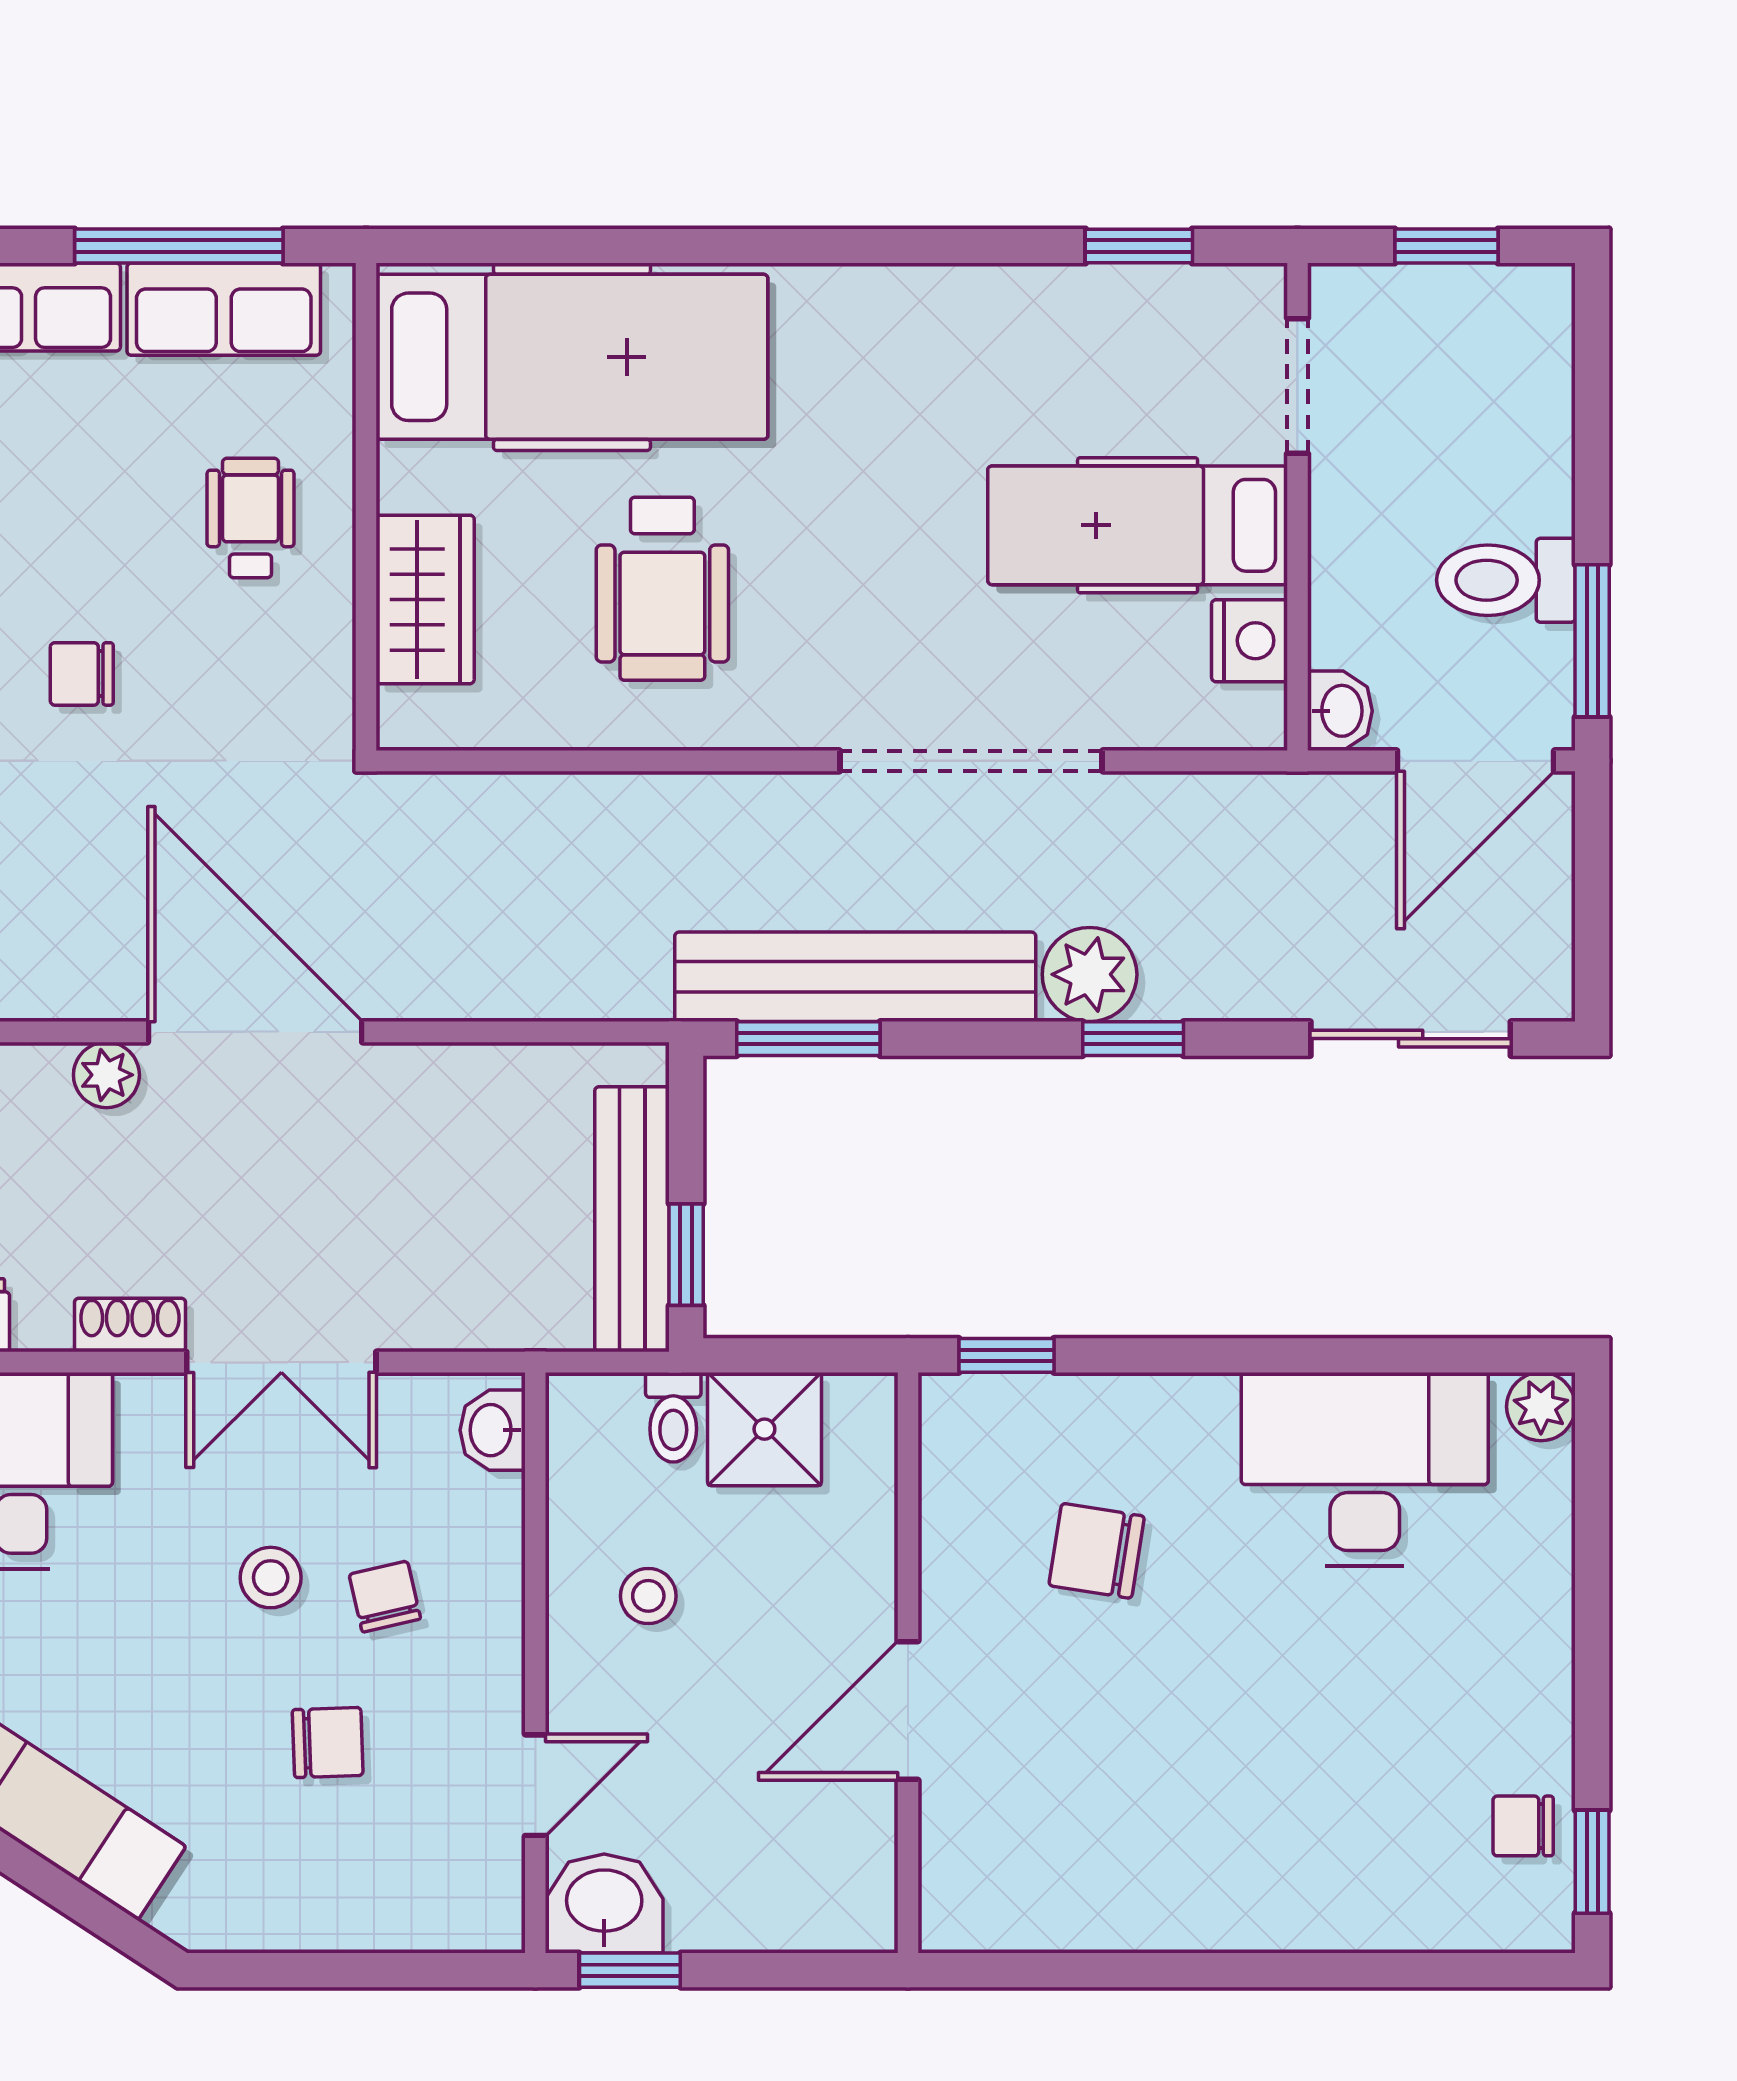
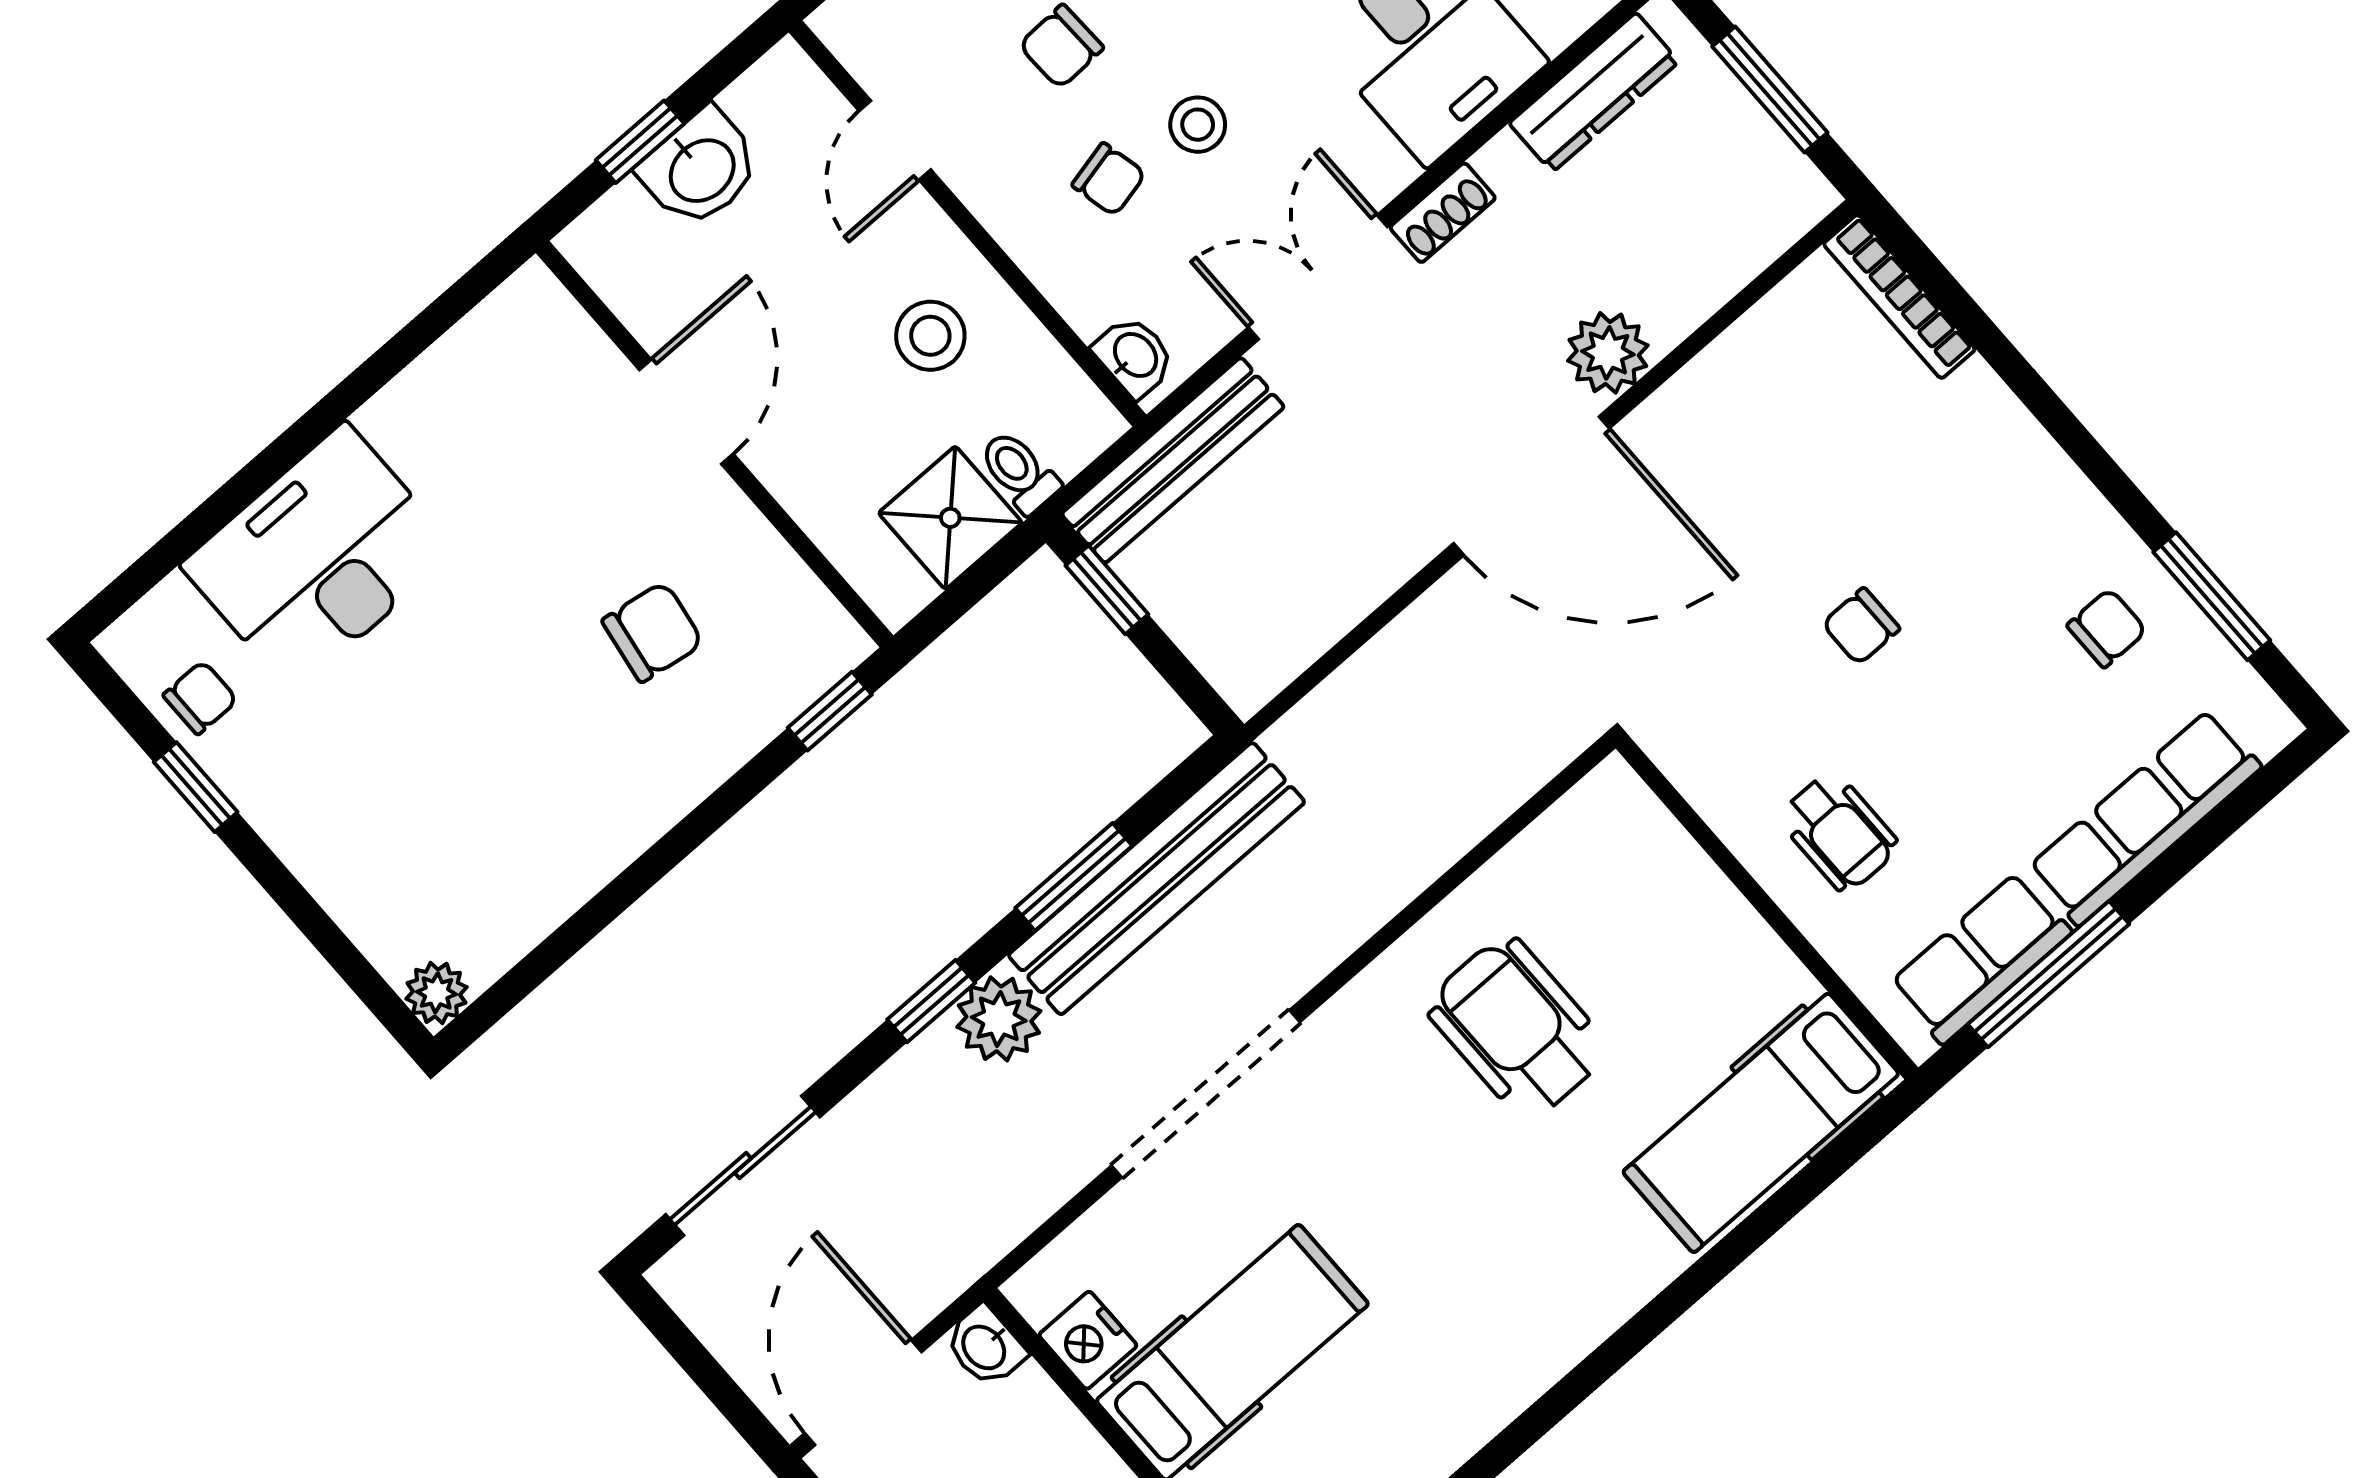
hospital bed: (572, 357) -> (1761, 1123), width x0.73, depth x0.78
wardrobe: (425, 599) -> (1672, 880), removed
chair: (82, 674) -> (1861, 626), turned 180
window: (808, 1039) -> (1074, 877), moved
plant: (106, 1075) -> (1608, 353), width x1.38, depth x1.38
bench: (632, 1219) -> (1173, 460), moved, turned 90
desk: (1365, 1469) -> (319, 558), moved, turned 180
stool: (648, 1596) -> (930, 336), width x1.37, depth x1.37
window: (1592, 1862) -> (196, 787), moved
washbasin: (604, 1904) -> (700, 169), moved
window: (630, 1970) -> (640, 142), moved

